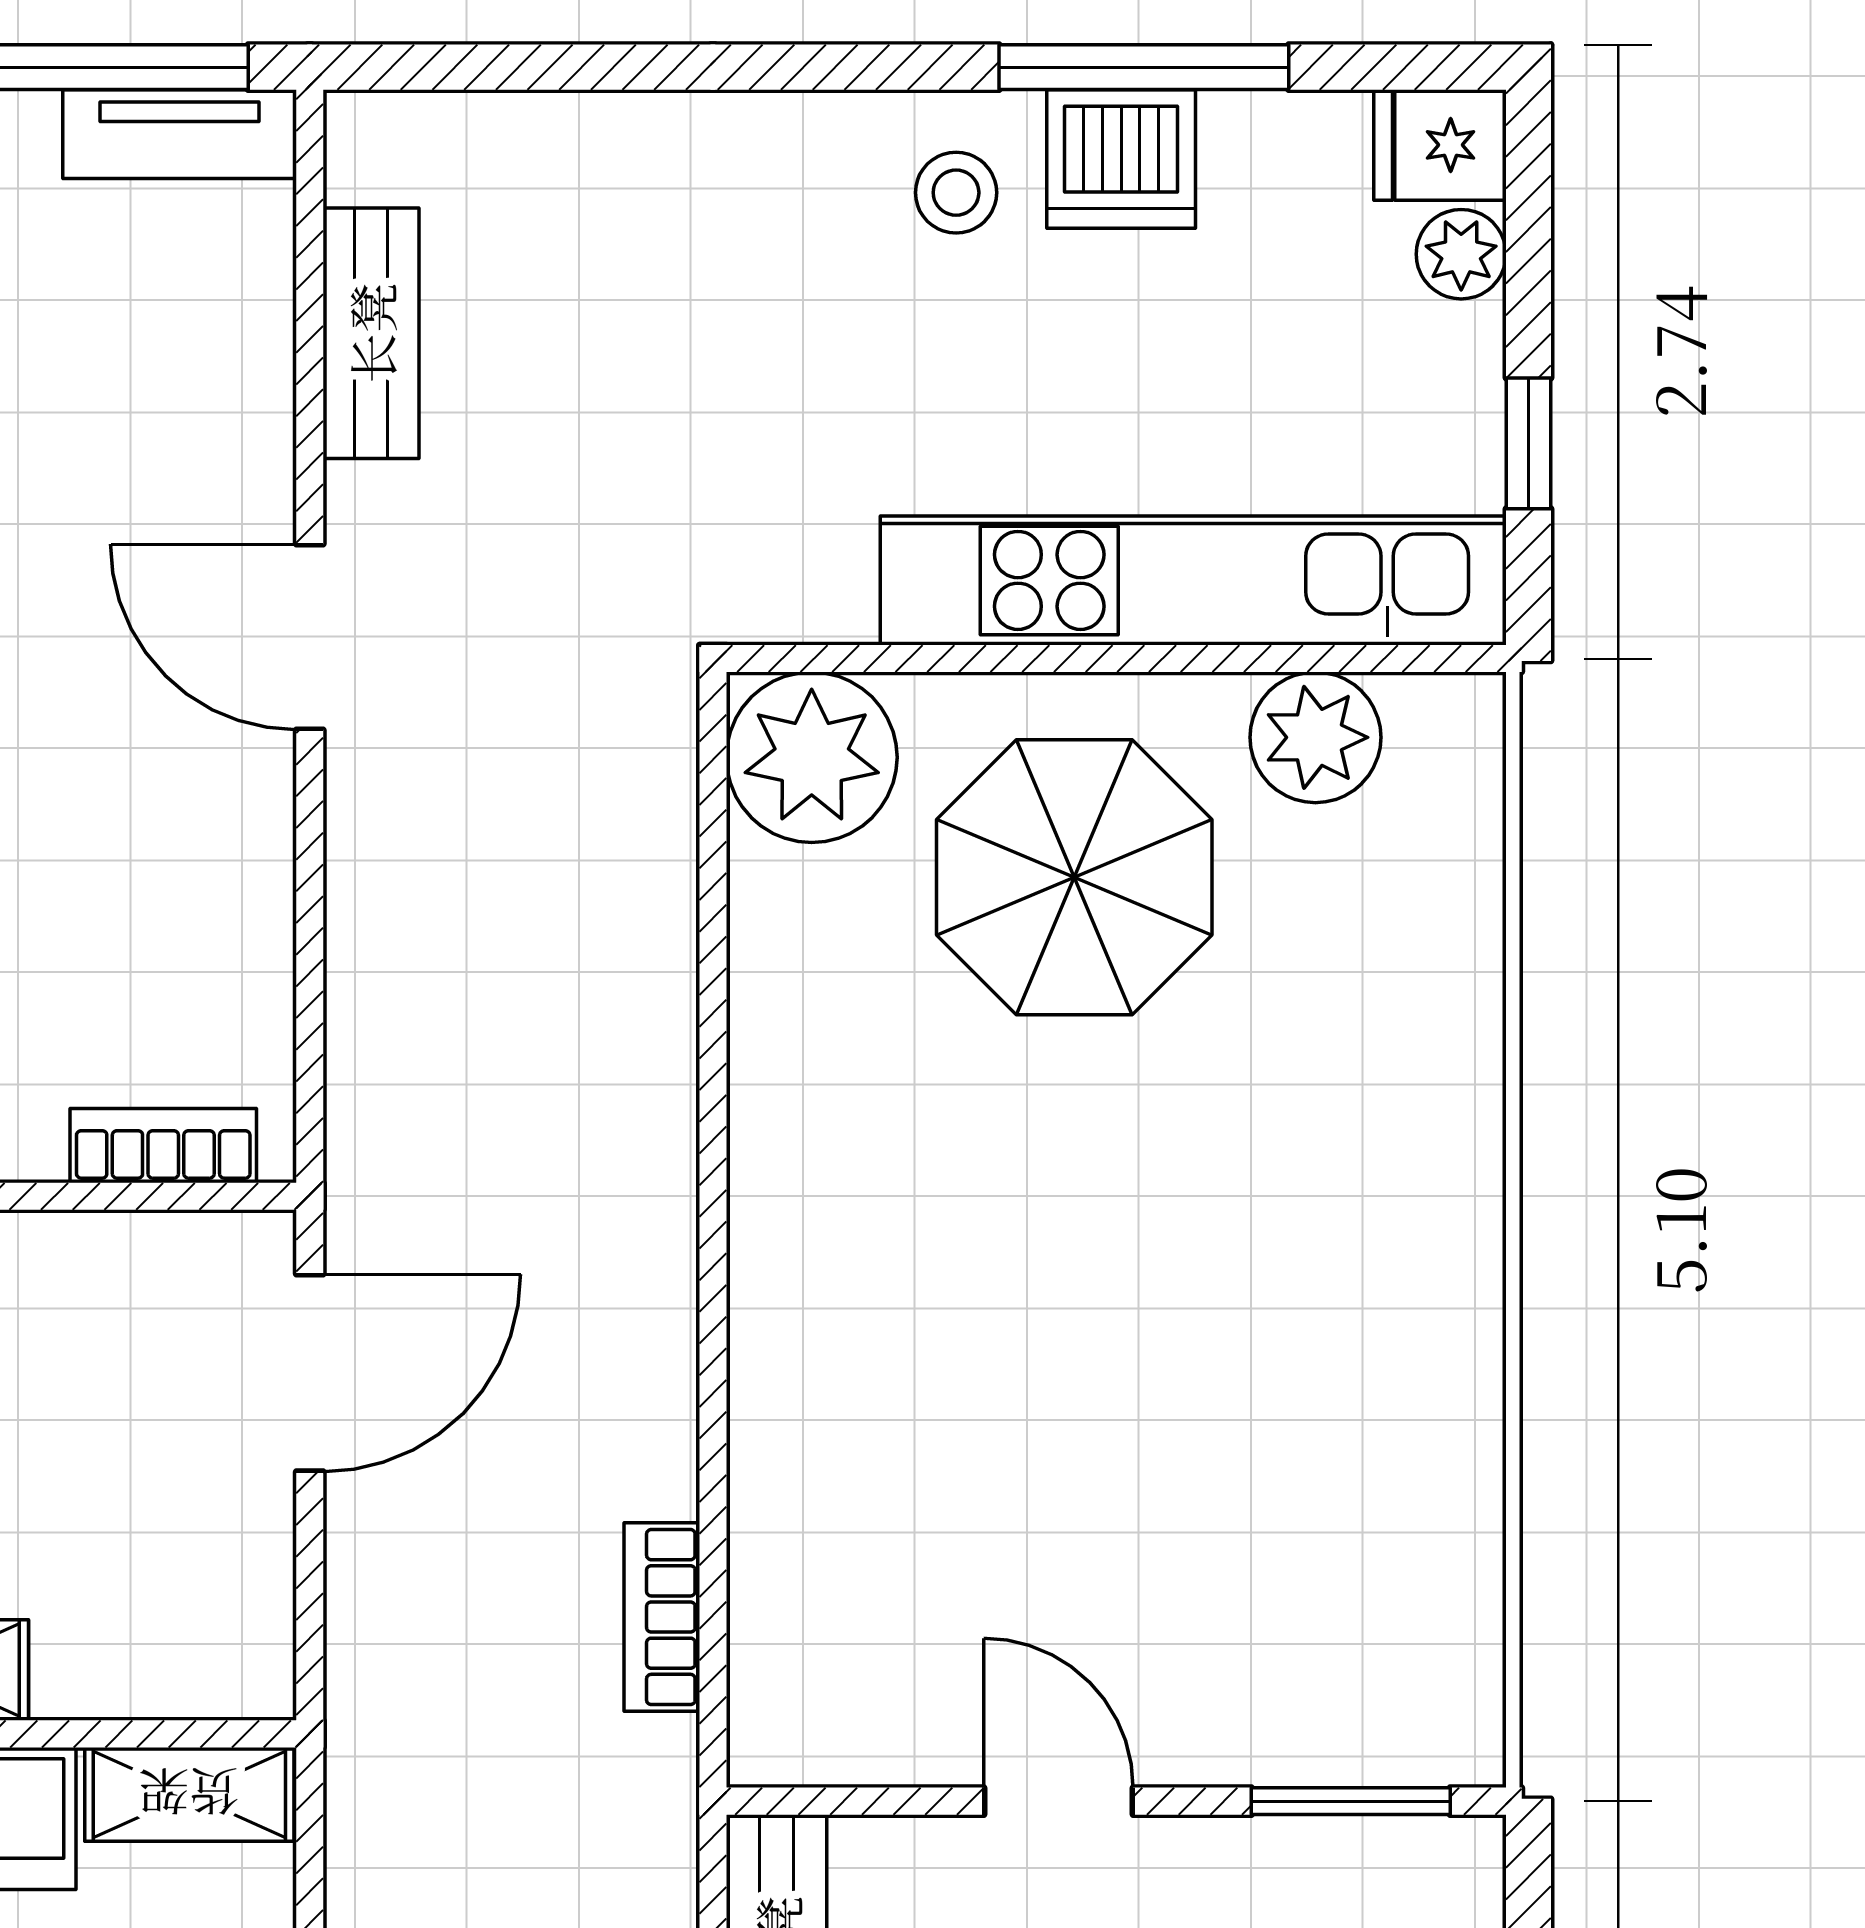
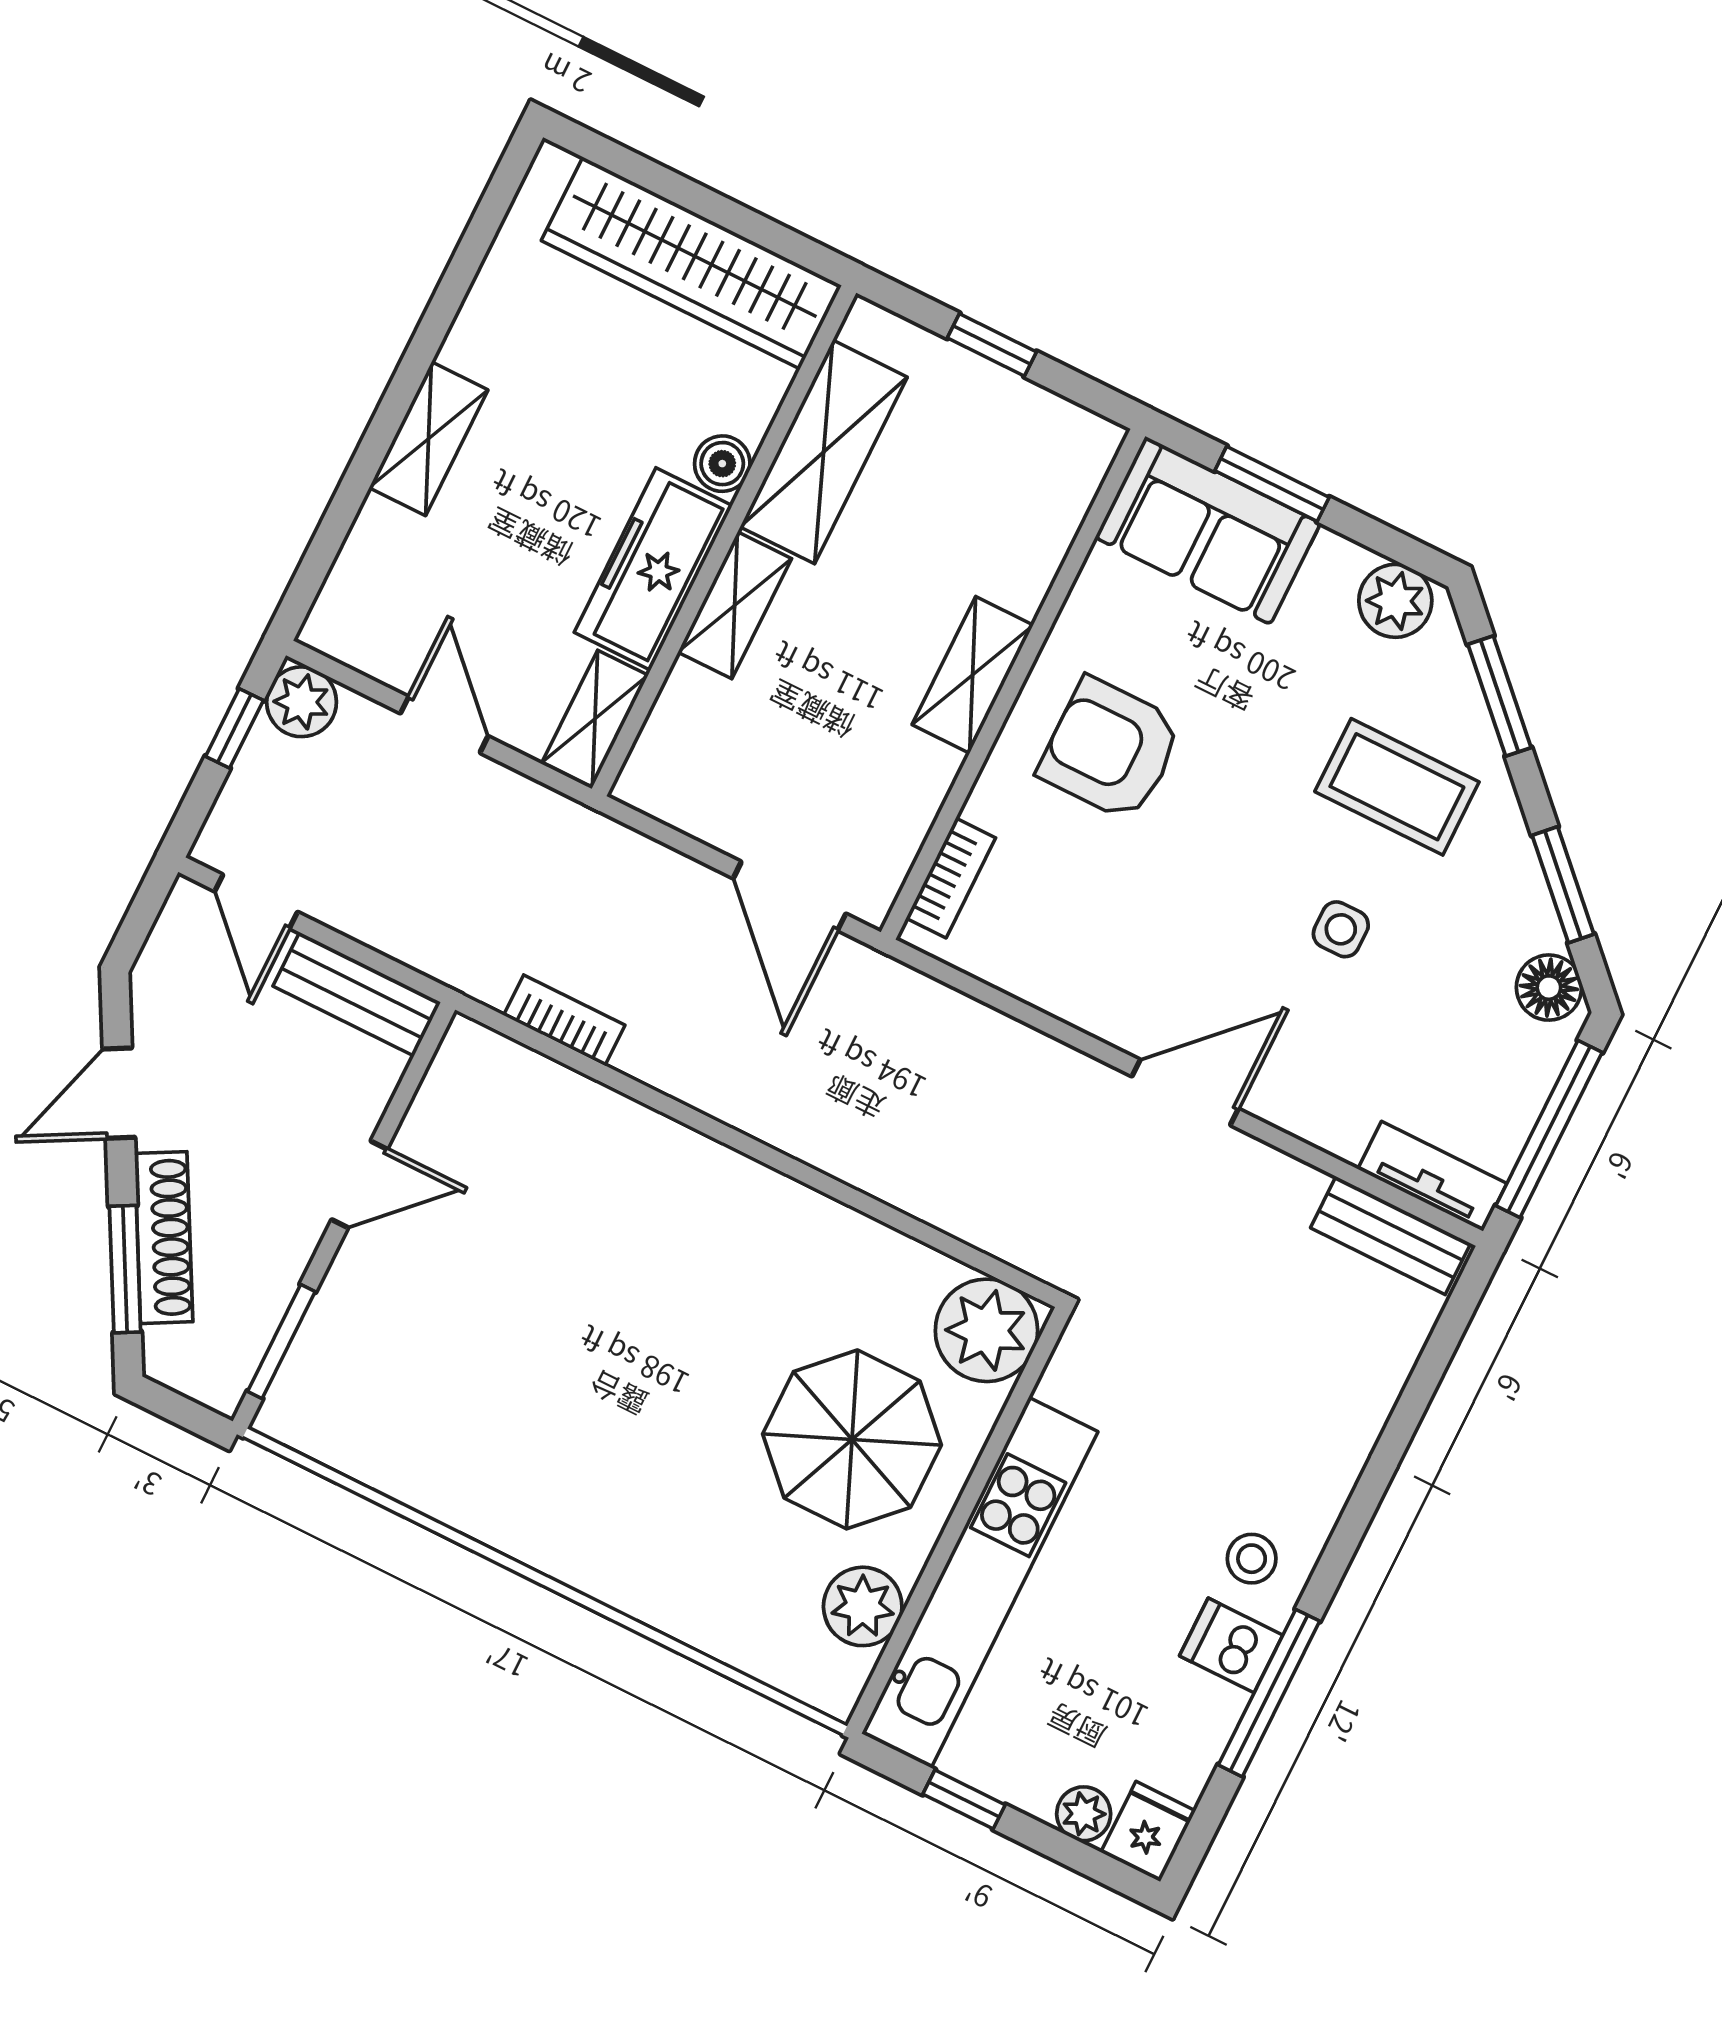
tv unit: (180, 134) -> (1432, 1176), moved, turned 90
dishwasher: (1121, 159) -> (1231, 1645), width x0.73
bench: (371, 333) -> (1391, 1236), moved

